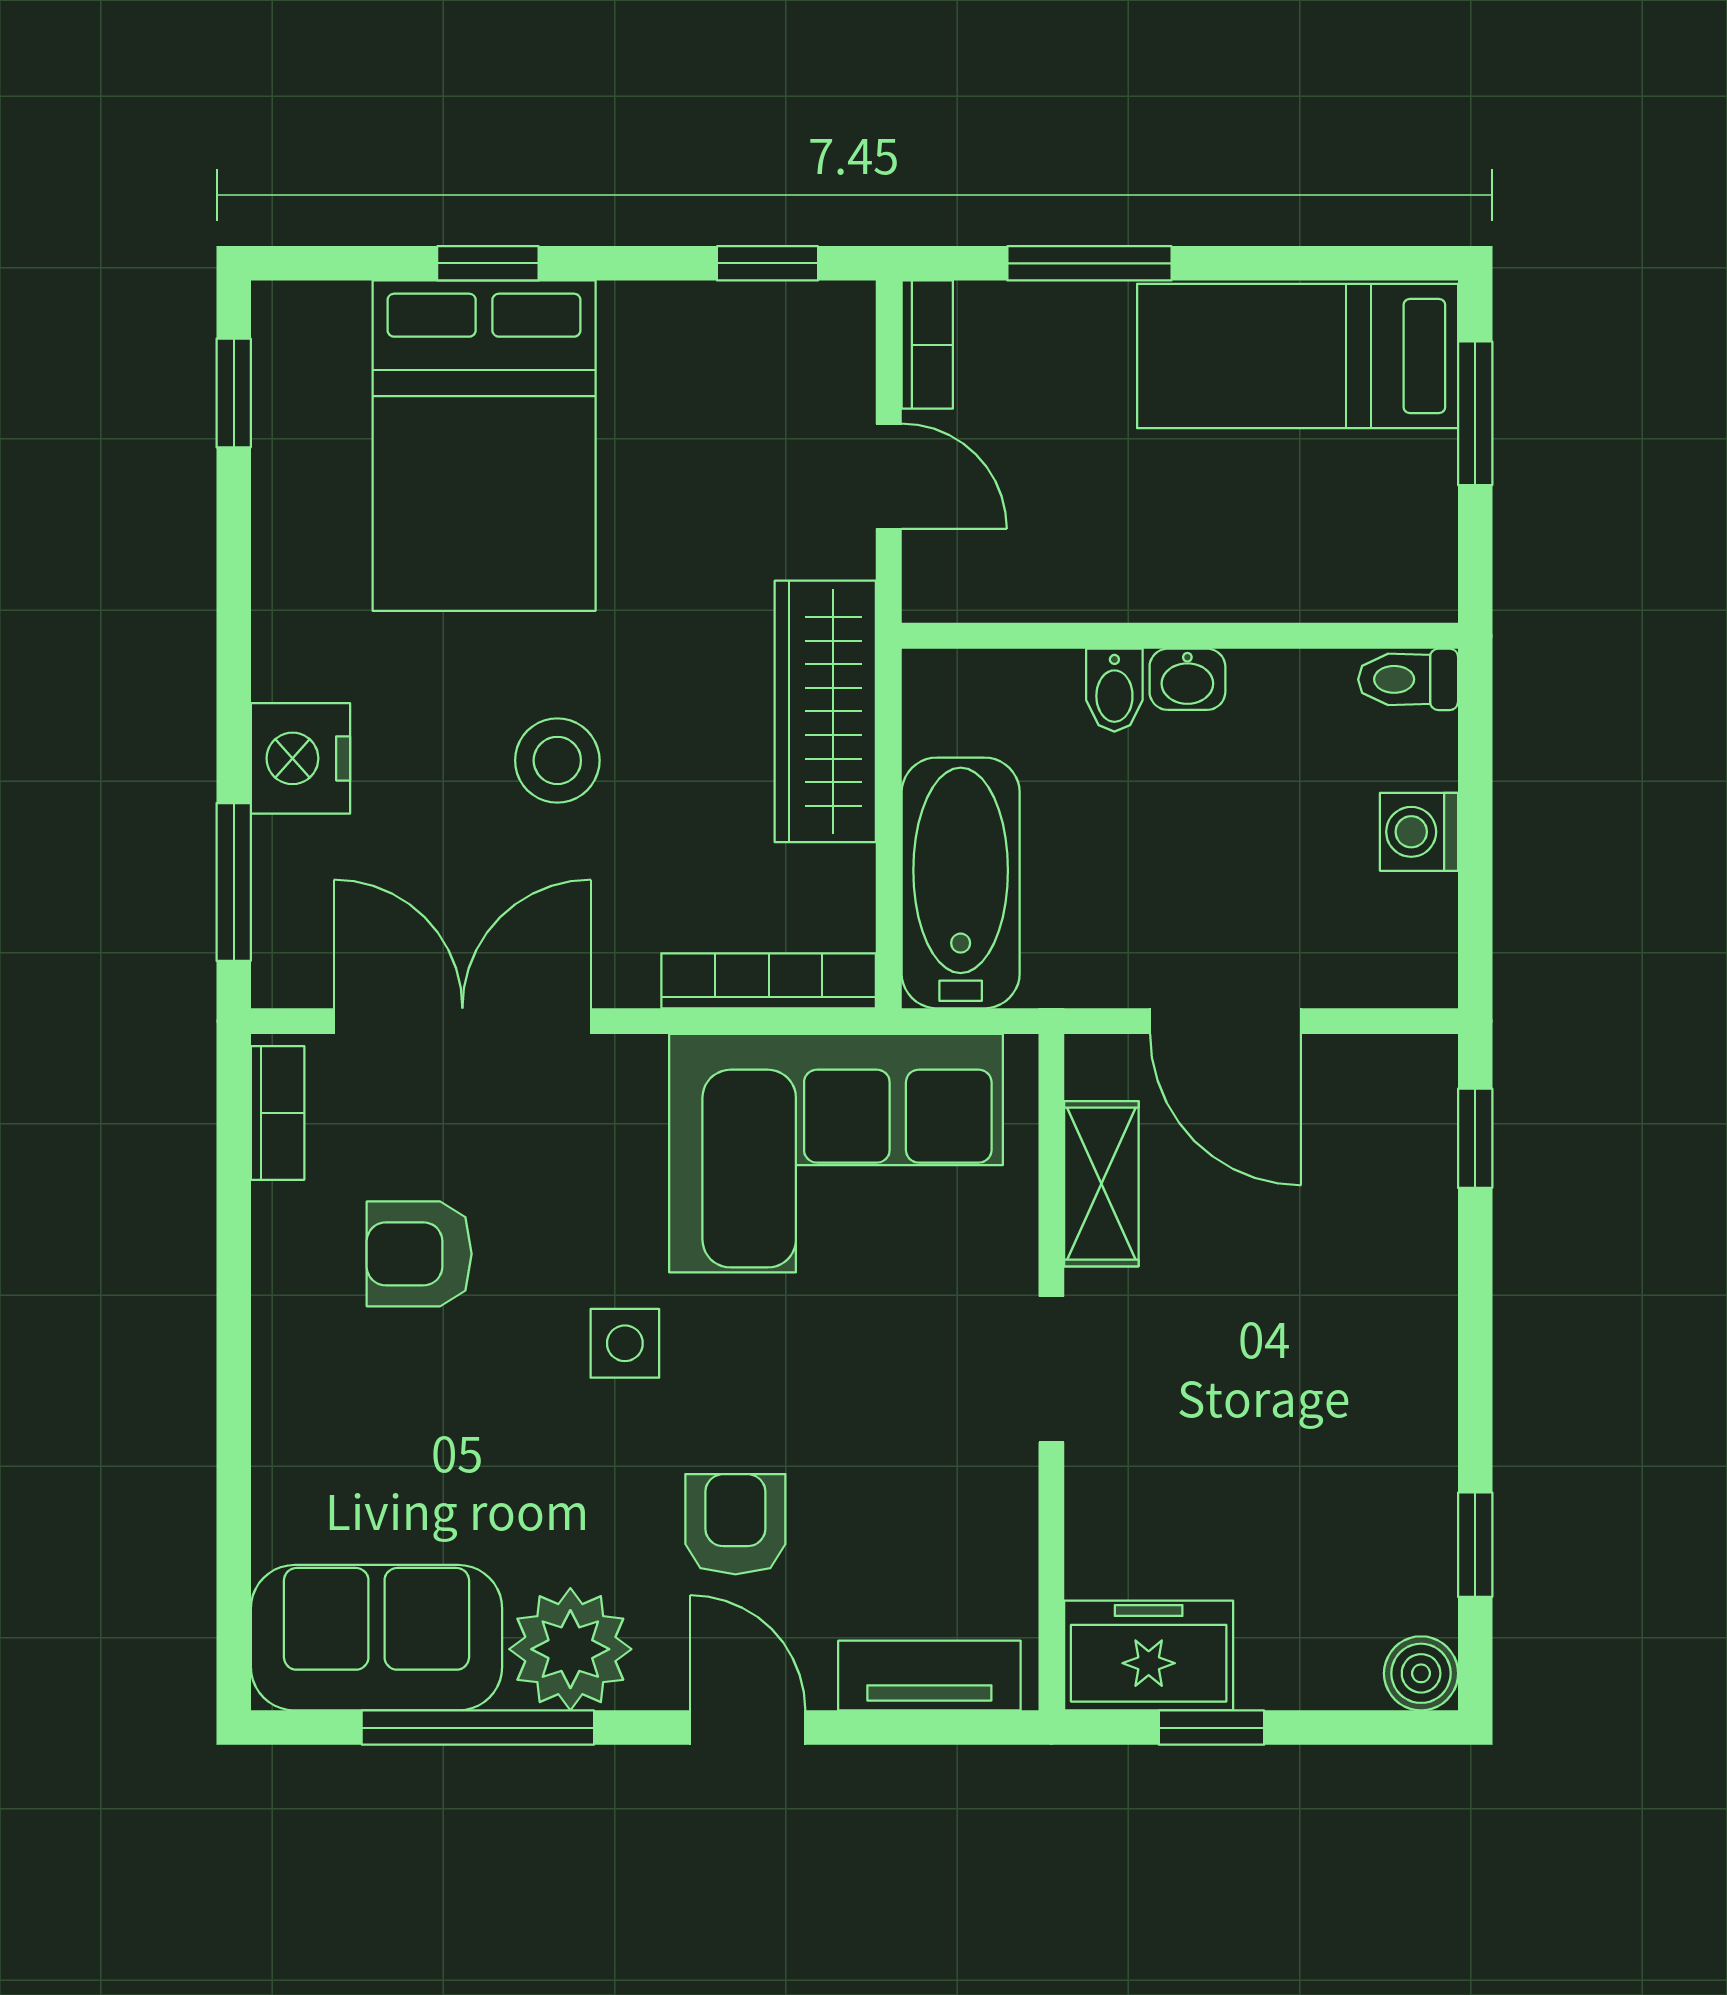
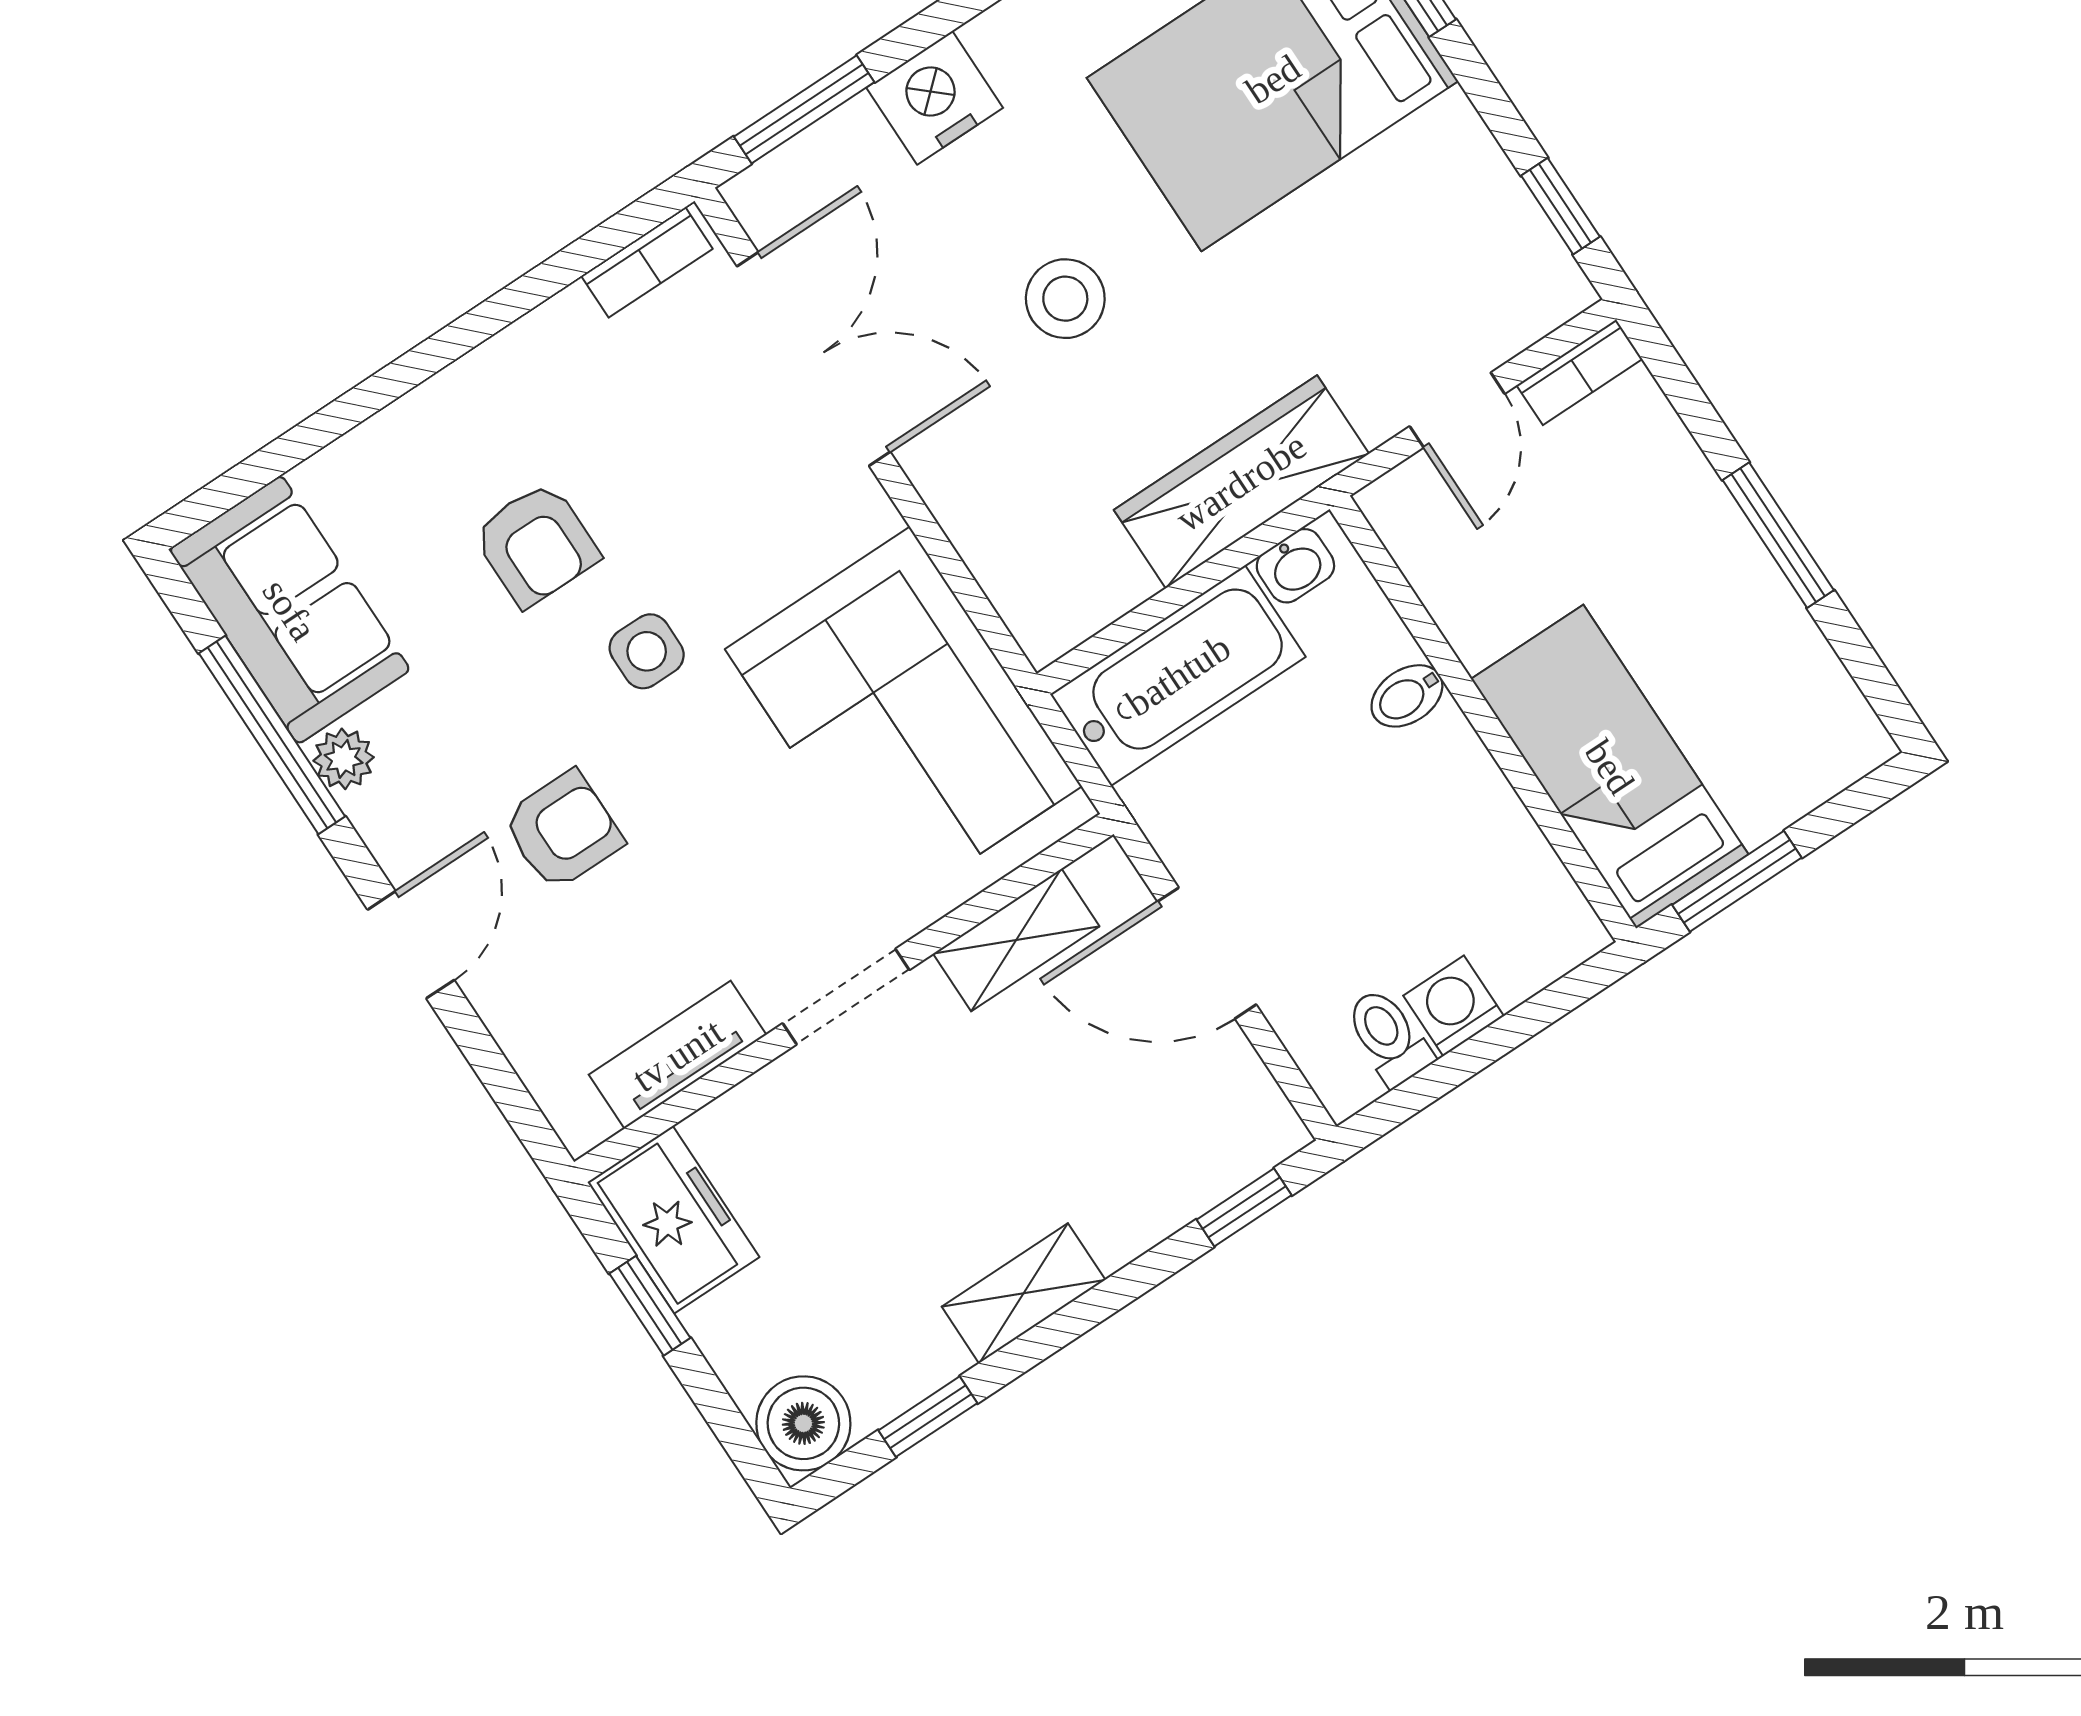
window: (1089, 263) -> (1778, 535), moved
bed: (1298, 356) -> (1610, 767), moved
window: (1475, 413) -> (1737, 881), moved
washbasin: (1187, 679) -> (1295, 566), moved, turned -90
toilet: (1408, 679) -> (1388, 1037), moved
bookcase: (769, 981) -> (1003, 576), removed
door: (1226, 1021) -> (1207, 953), hinge flipped
armchair: (419, 1254) -> (536, 544), moved, turned 180
shelving: (1422, 1386) -> (1024, 1293), added
plant: (570, 1649) -> (344, 759), width x0.53, depth x0.53
boiler: (1421, 1673) -> (803, 1423), width x1.36, depth x1.36
tv unit: (929, 1676) -> (678, 1055), moved, turned -90

